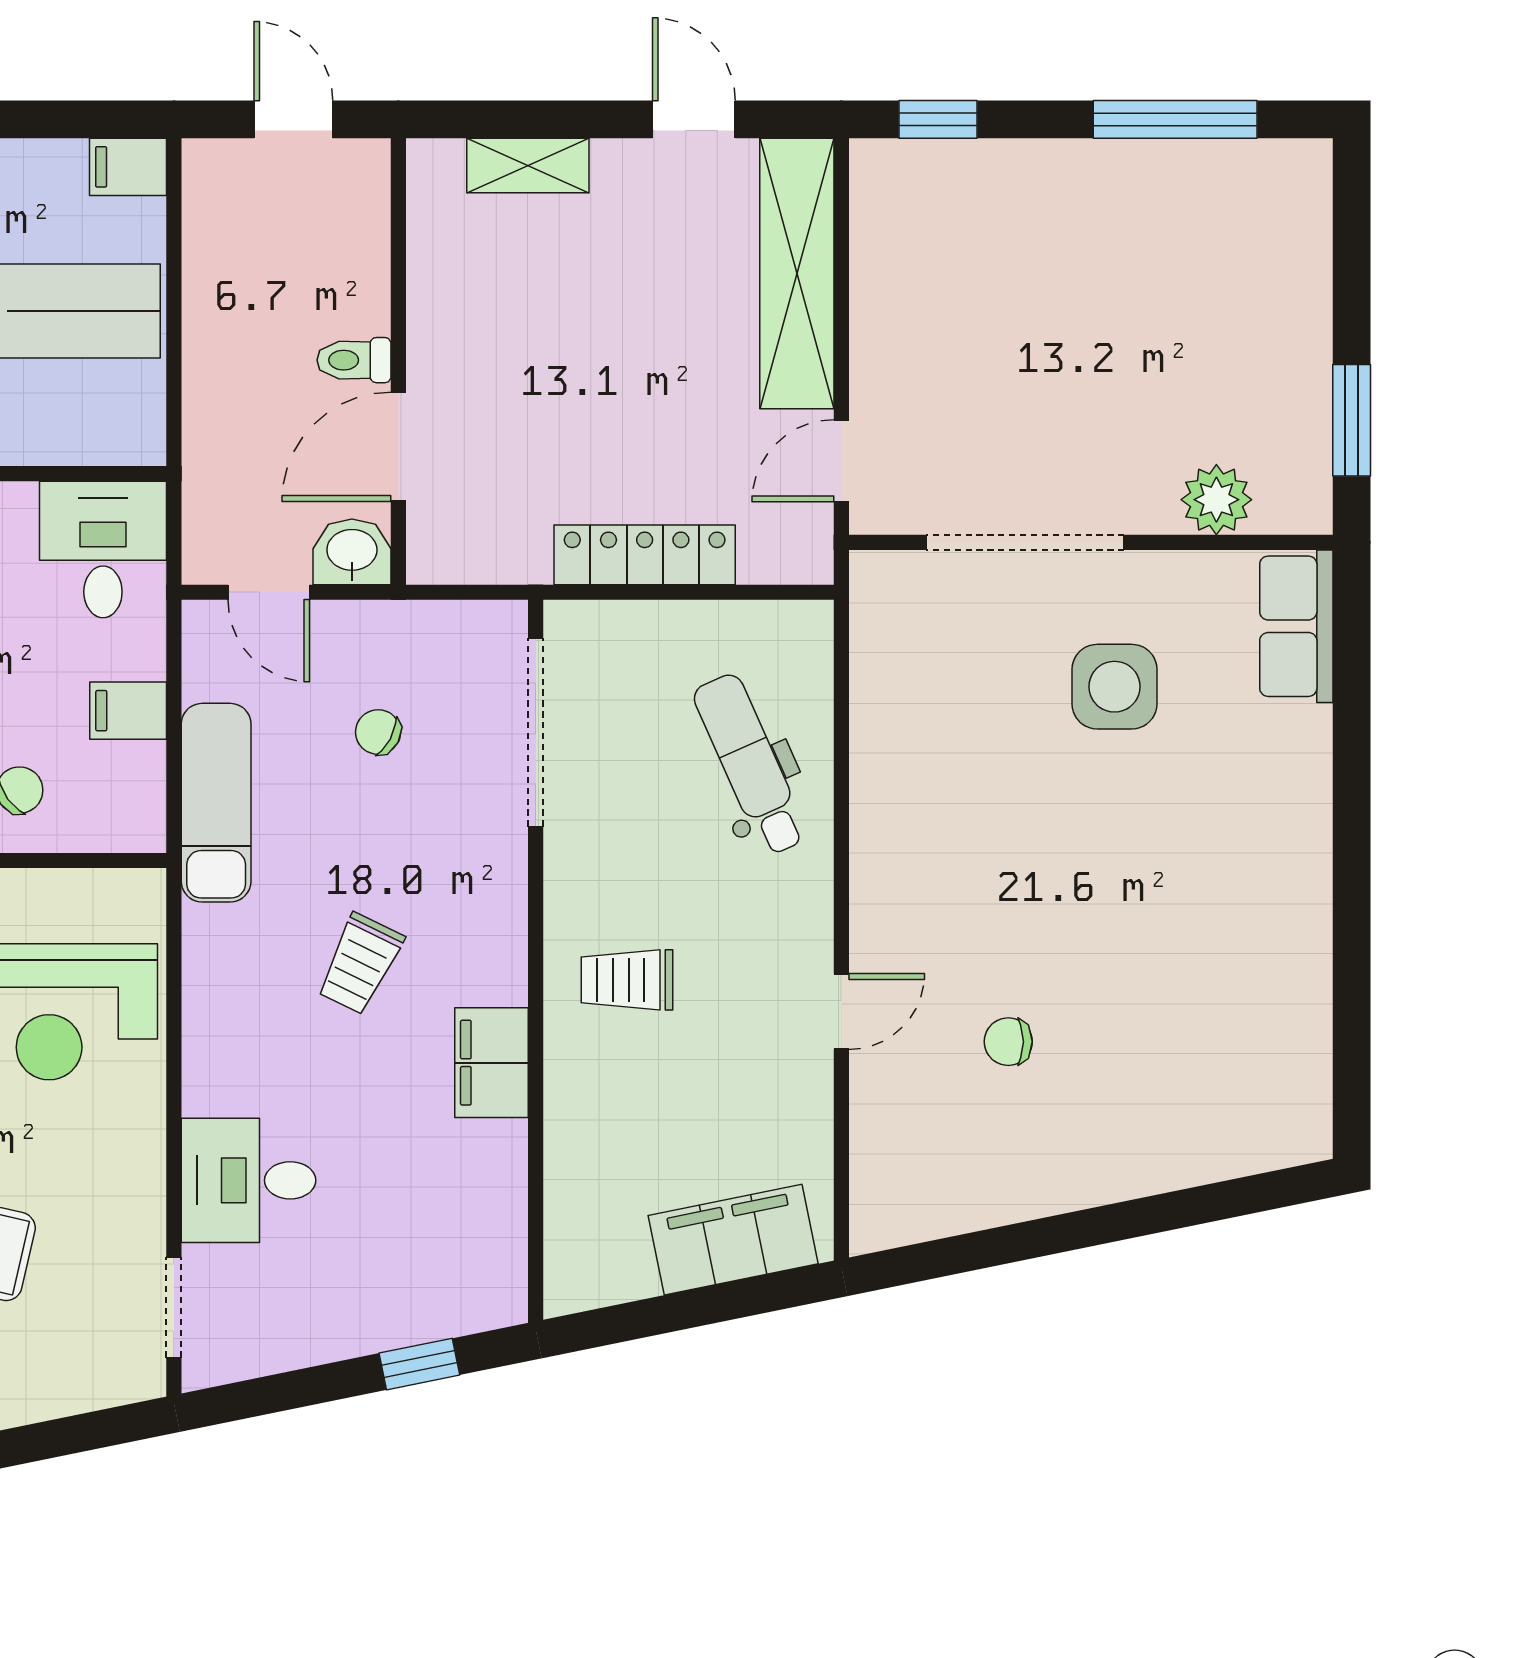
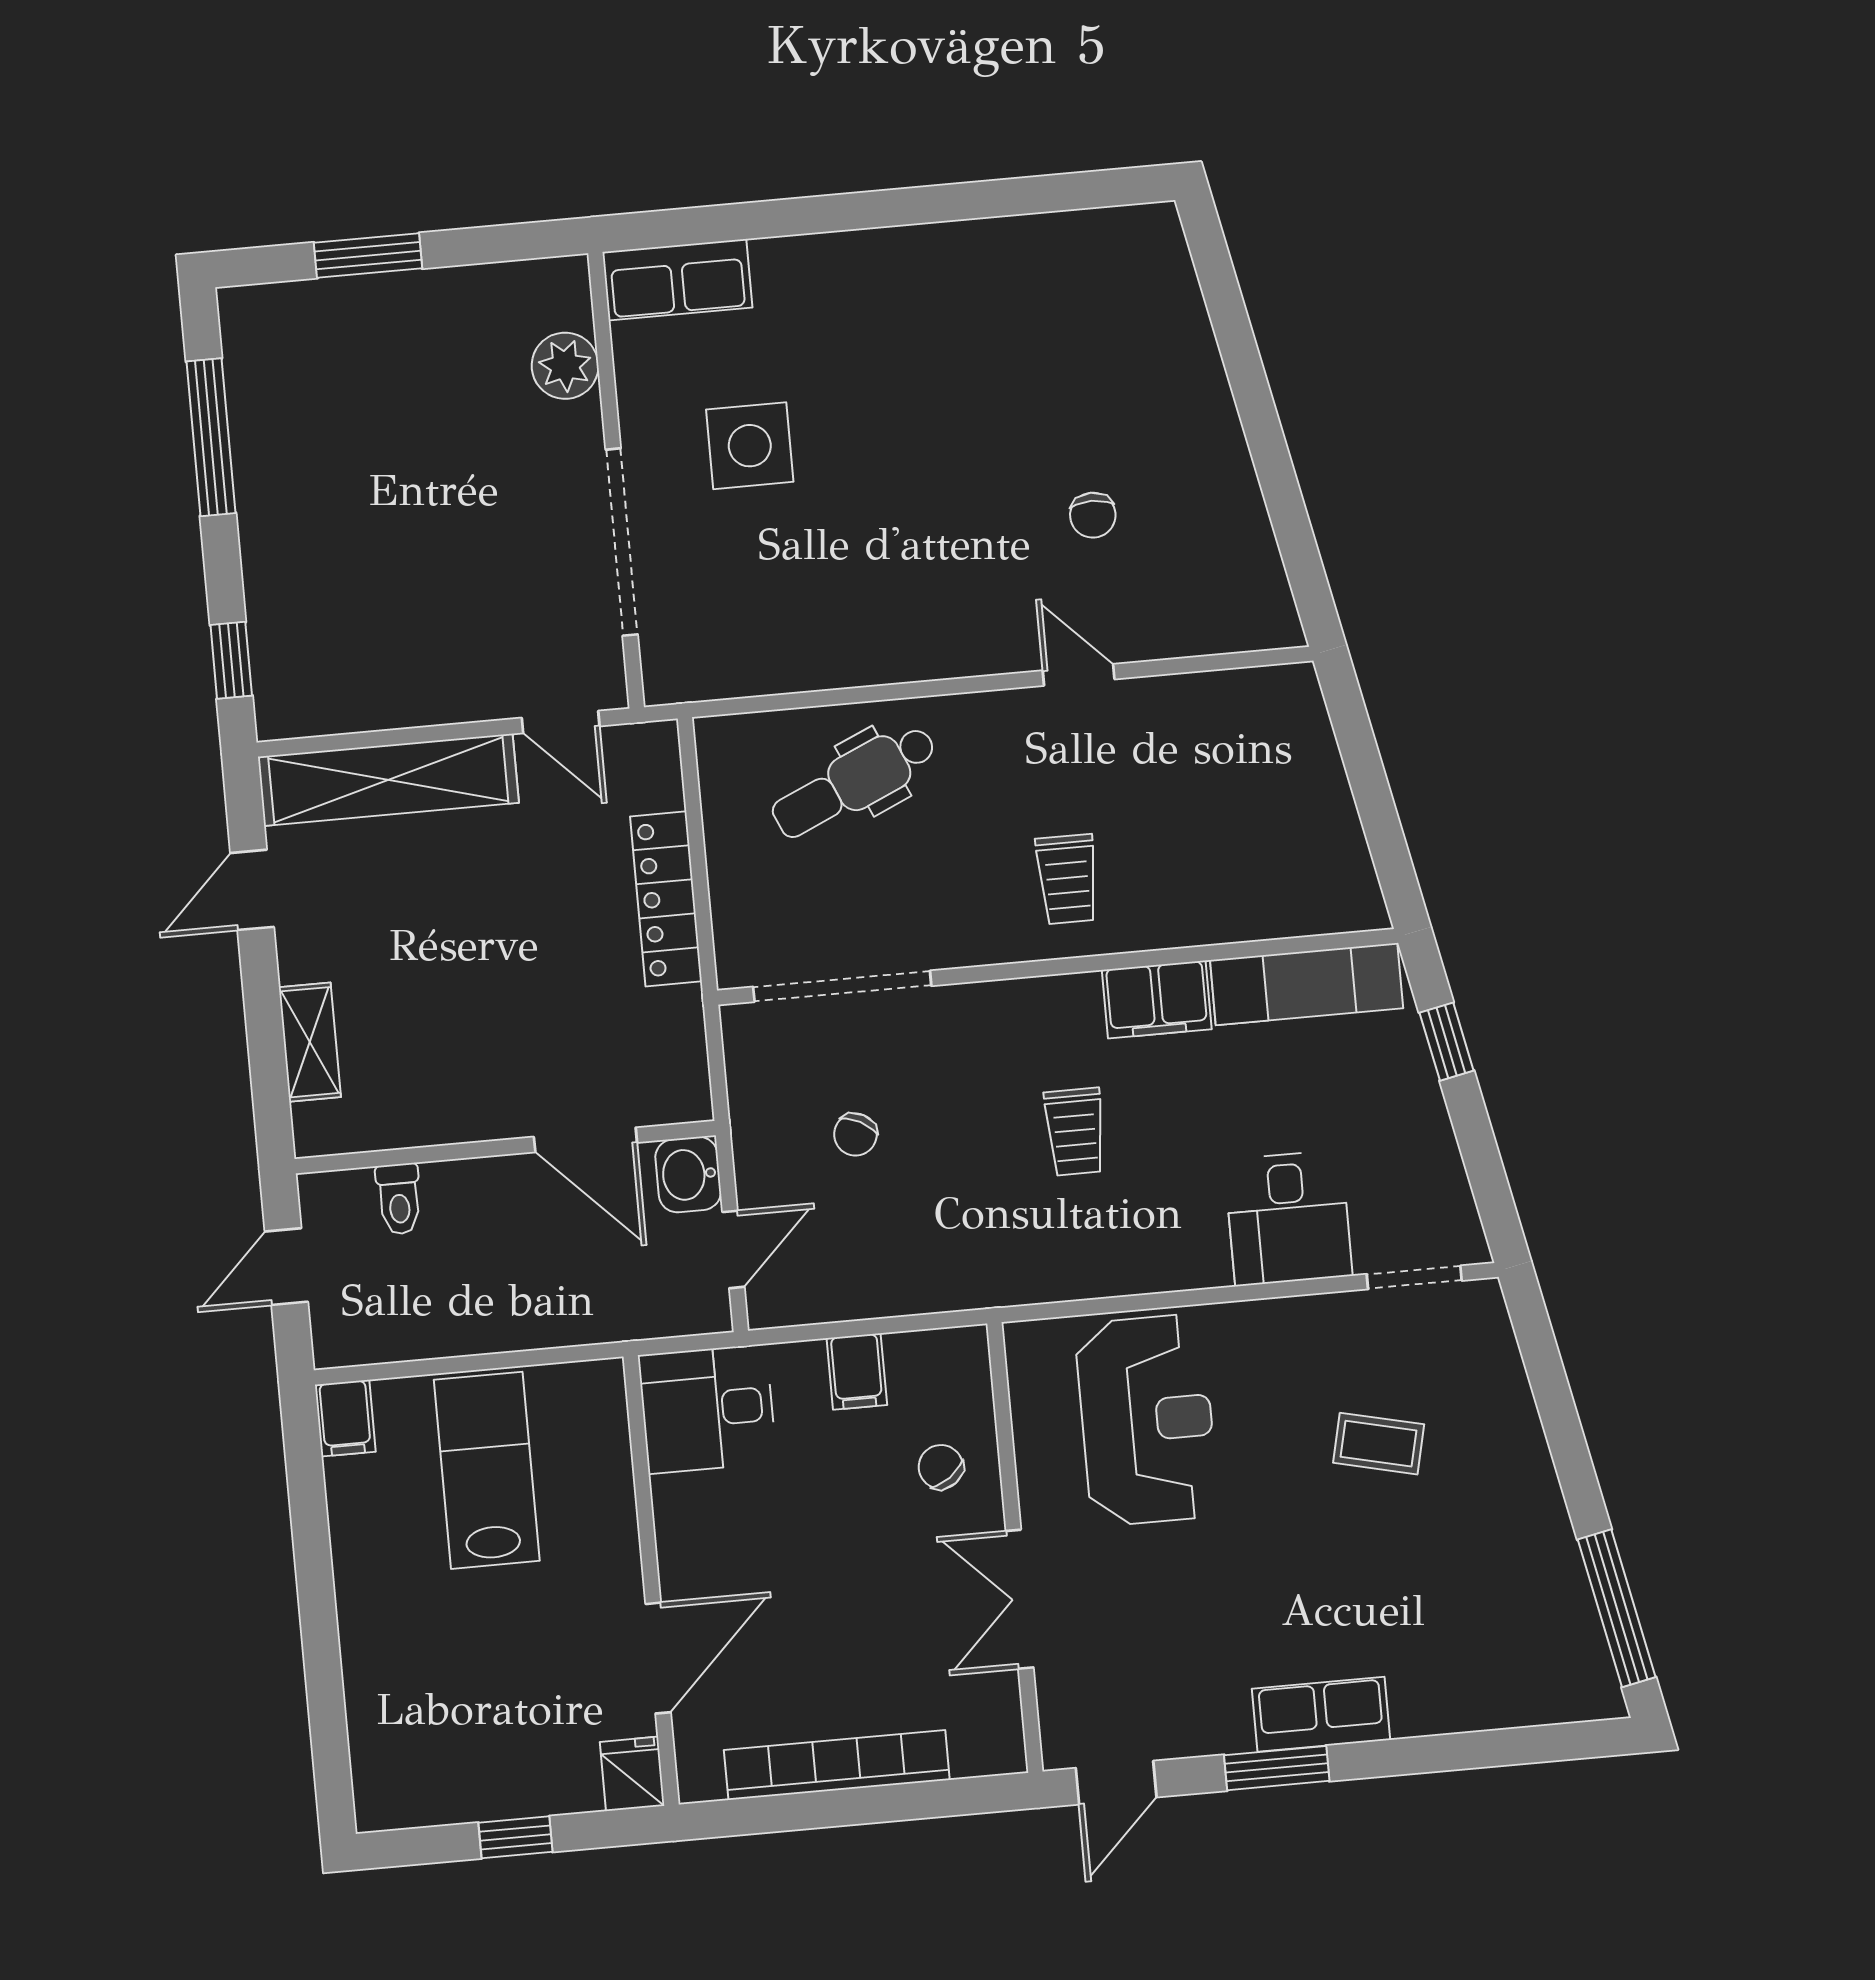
toilet: (354, 360) -> (399, 1199), moved
window: (1352, 420) -> (368, 256), moved
exam couch: (216, 803) -> (1307, 984), moved, turned 180
trolley: (360, 964) -> (1075, 1132), turned 64
filing cabinet: (733, 1240) -> (1303, 757), removed

